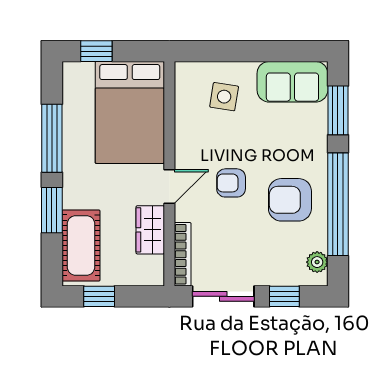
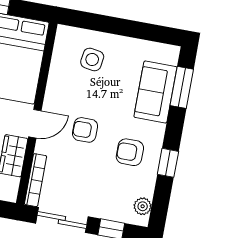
sofa: (292, 82) -> (155, 92), moved, turned 90
armchair: (290, 200) -> (130, 152), width x0.72, depth x0.72
window: (338, 204) -> (168, 163), width x0.32

